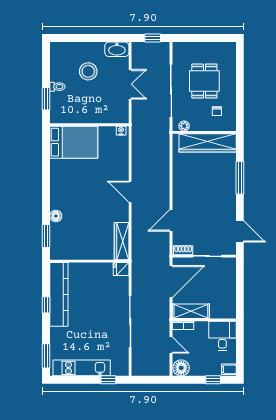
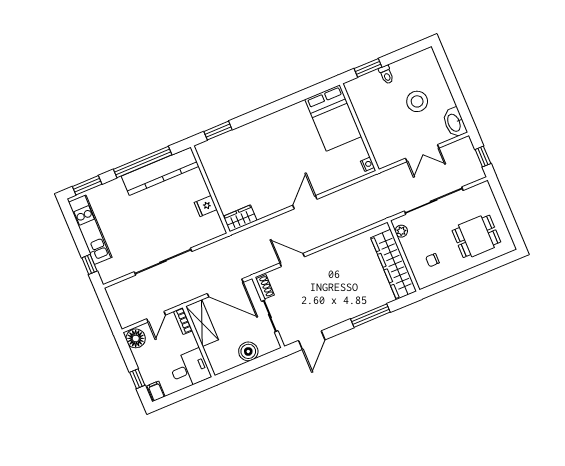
dining table: (204, 81) -> (476, 236), moved
floor lamp: (56, 216) -> (244, 132), removed
wardrobe: (122, 241) -> (240, 218), width x0.67
fridge: (121, 269) -> (206, 206), moved, turned -90
boiler: (228, 284) -> (248, 351), added
window: (46, 305) -> (143, 162), width x3.17

